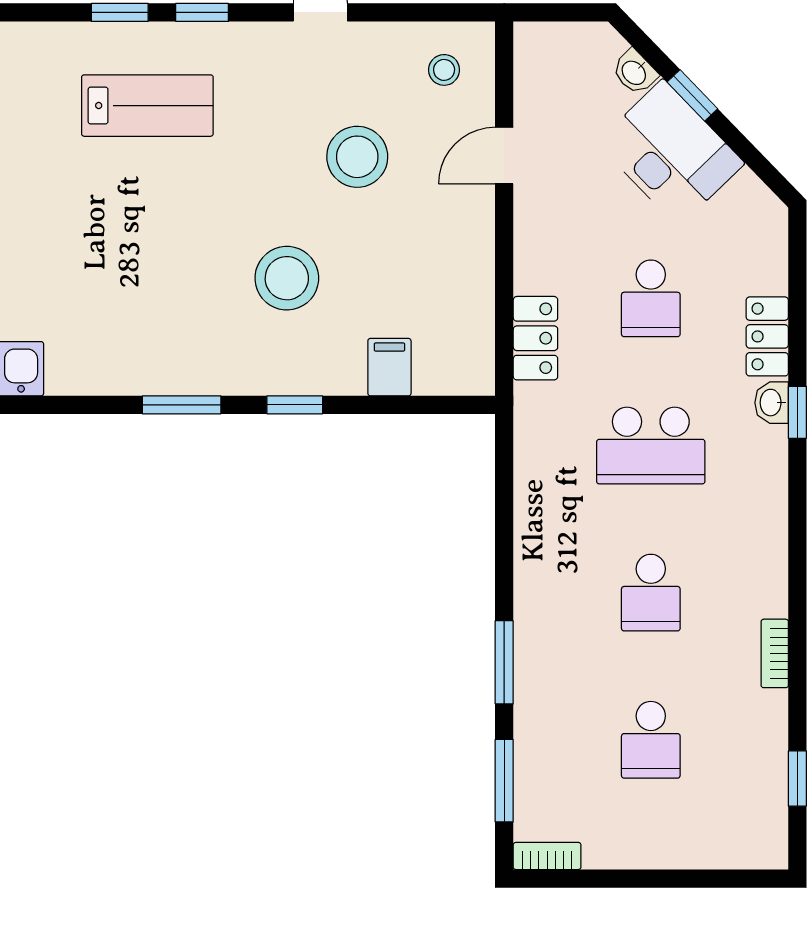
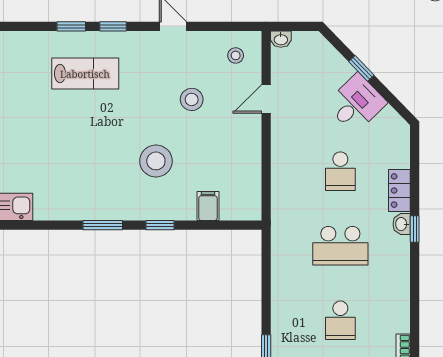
washbasin: (635, 72) -> (281, 39), moved, turned -46
desk: (671, 153) -> (356, 103), width x0.73
stool: (357, 157) -> (192, 99), width x0.73, depth x0.73
locker: (535, 338) -> (282, 191), removed

